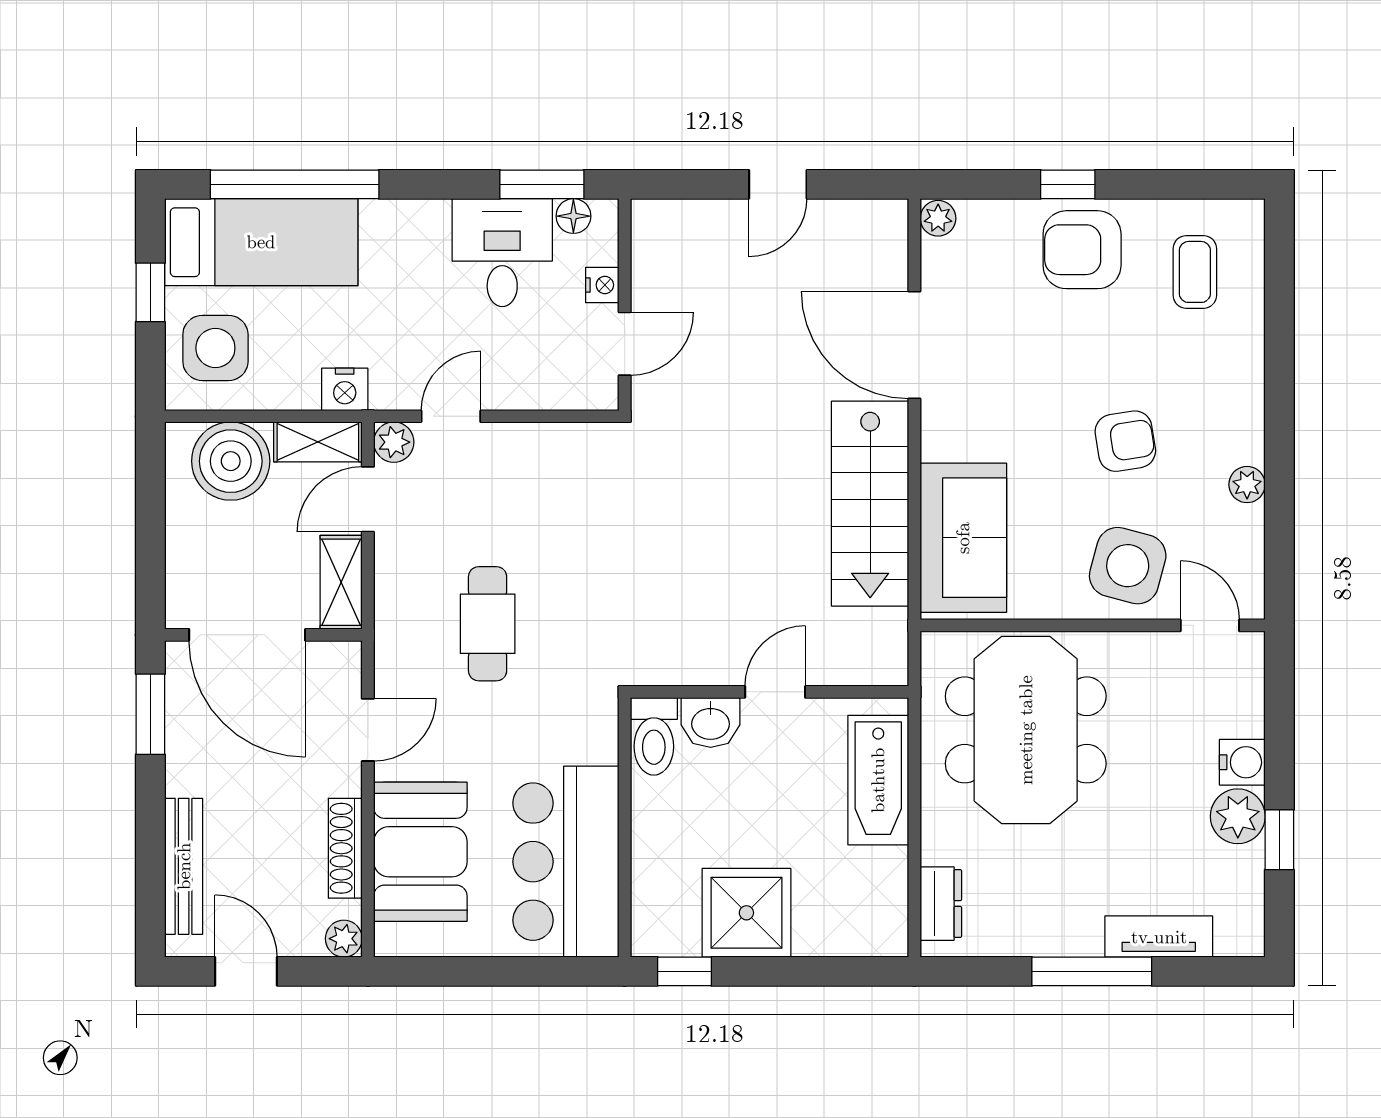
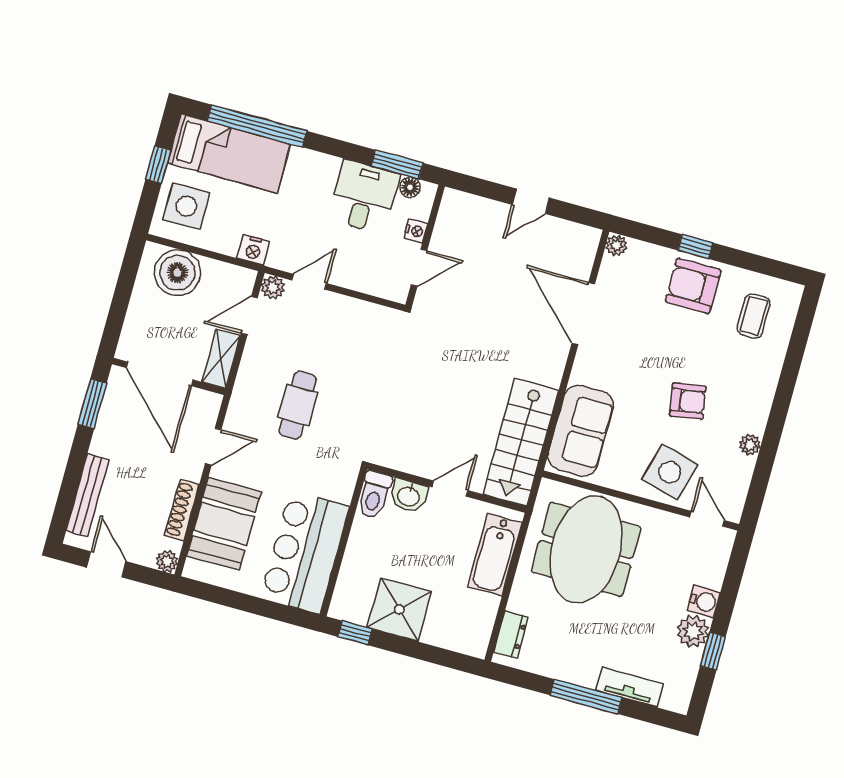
shelving: (318, 442) -> (230, 275), removed
stairs: (870, 504) -> (521, 442), moved

